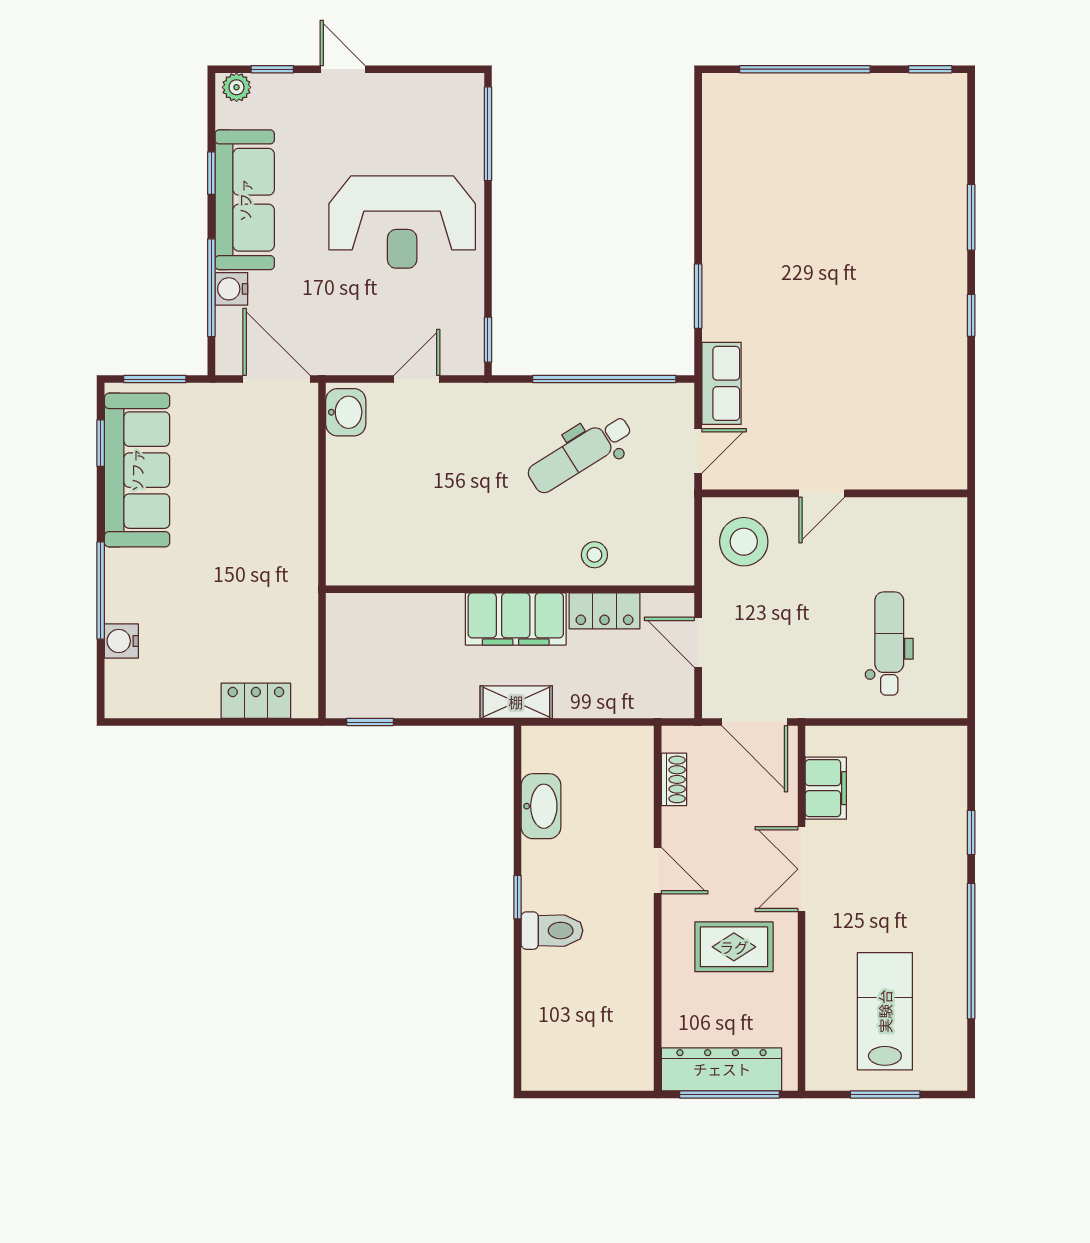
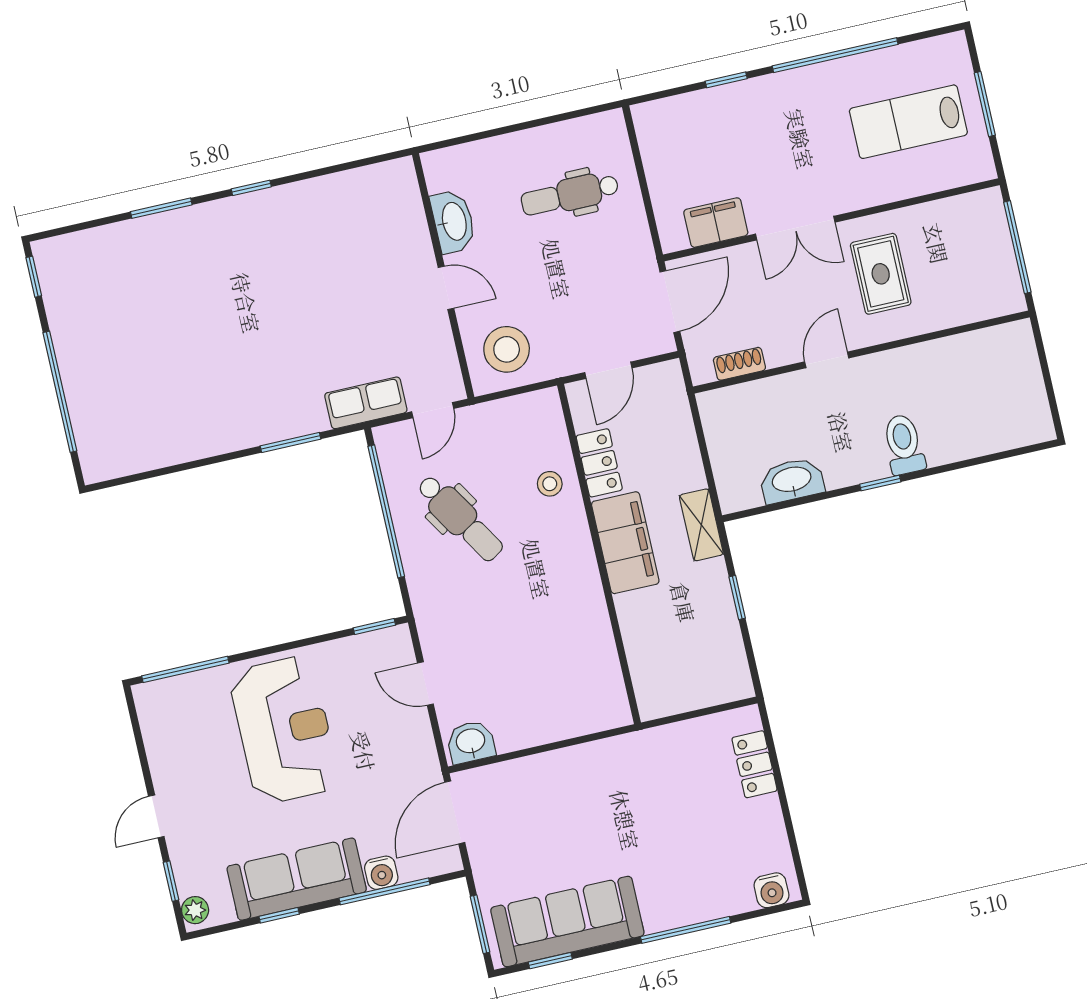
door: (698, 451) -> (433, 410), swing flipped
washbasin: (889, 517) -> (453, 222), added
water cooler: (121, 641) -> (771, 890), moved
window: (370, 722) -> (737, 598), moved
dresser: (722, 1069) -> (996, 260), removed

